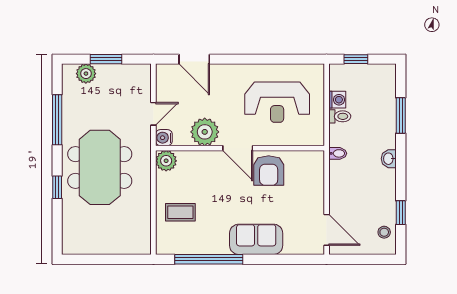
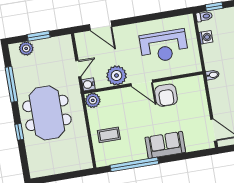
toilet: (340, 116) -> (204, 16), moved

